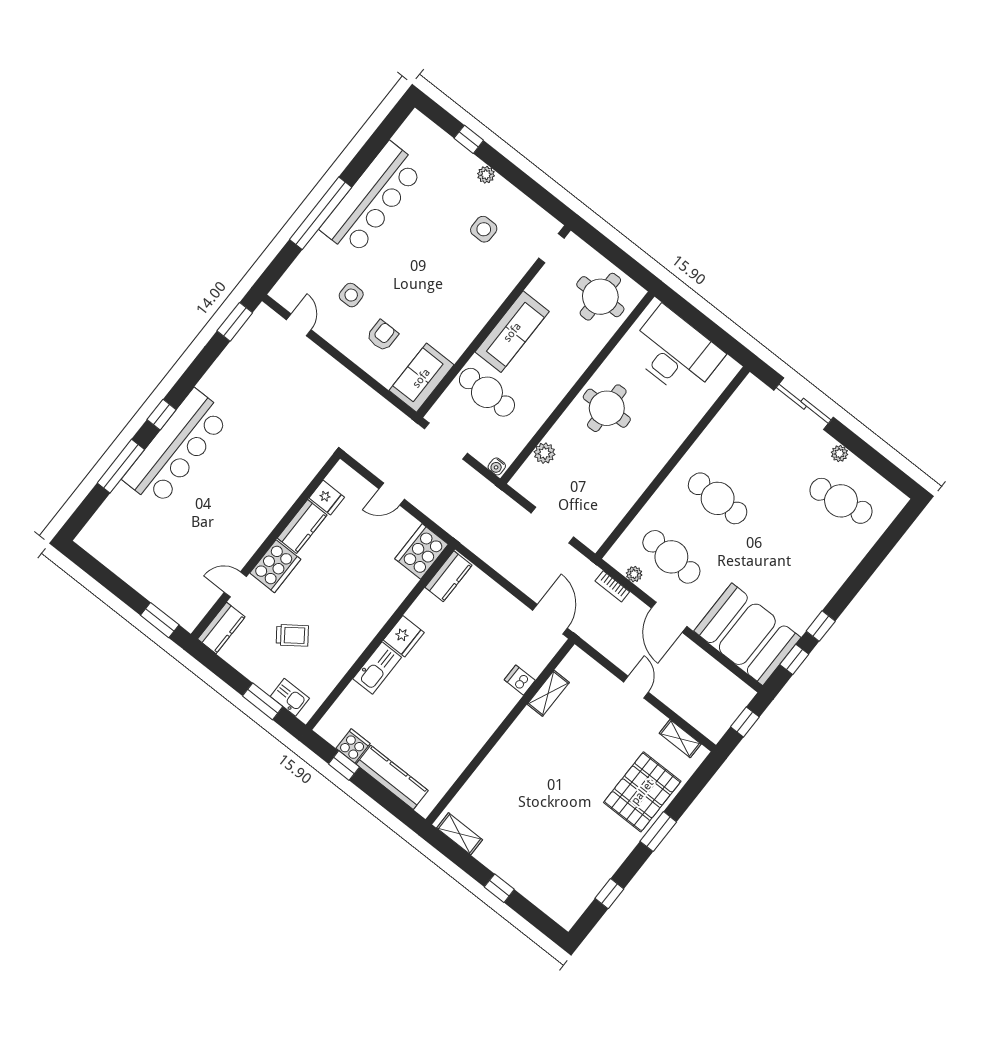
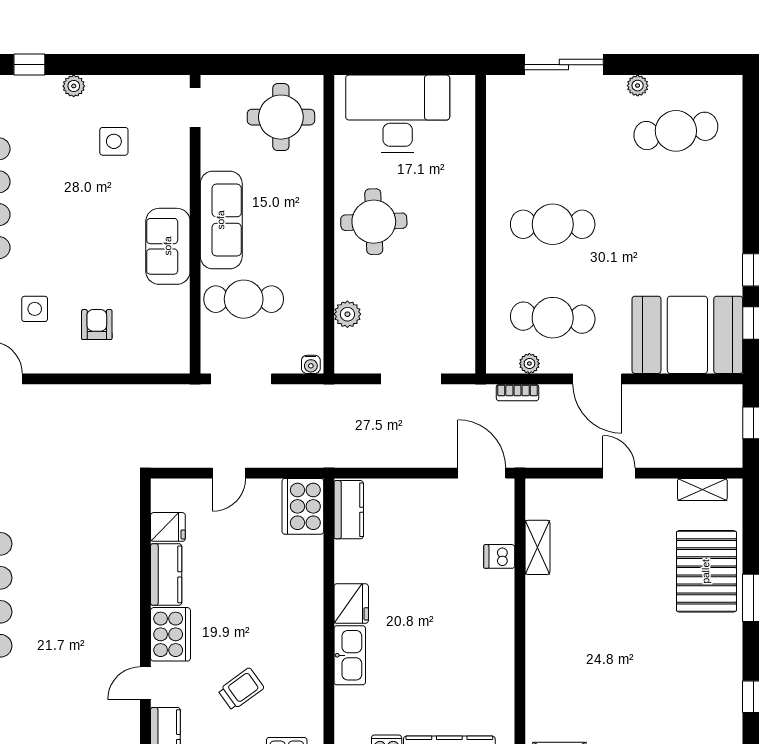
sofa: (421, 378) -> (168, 246), moved

